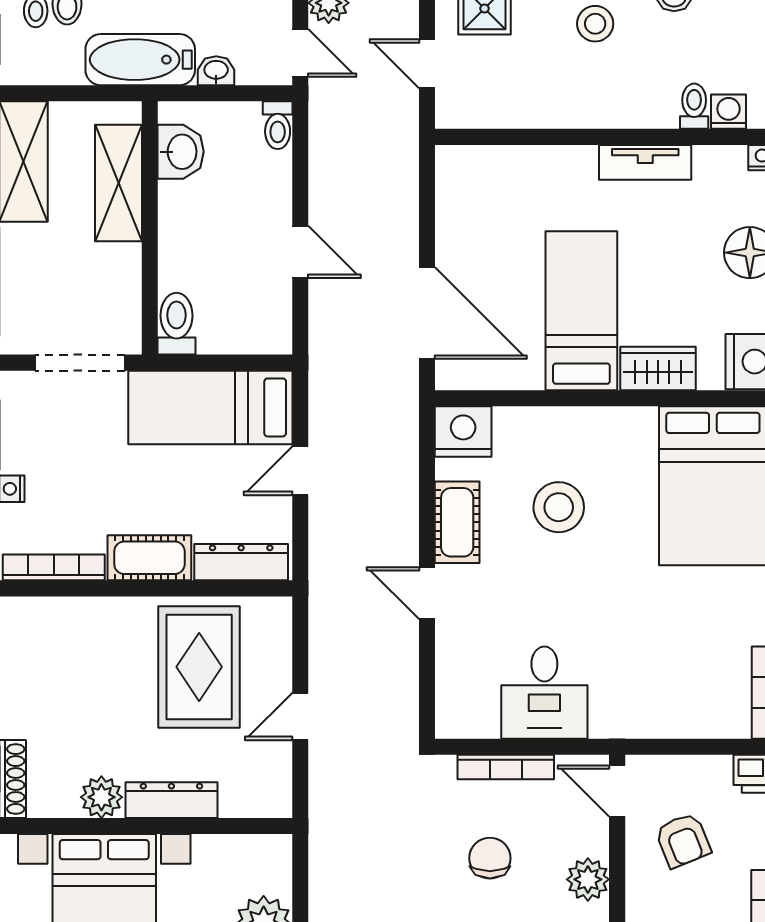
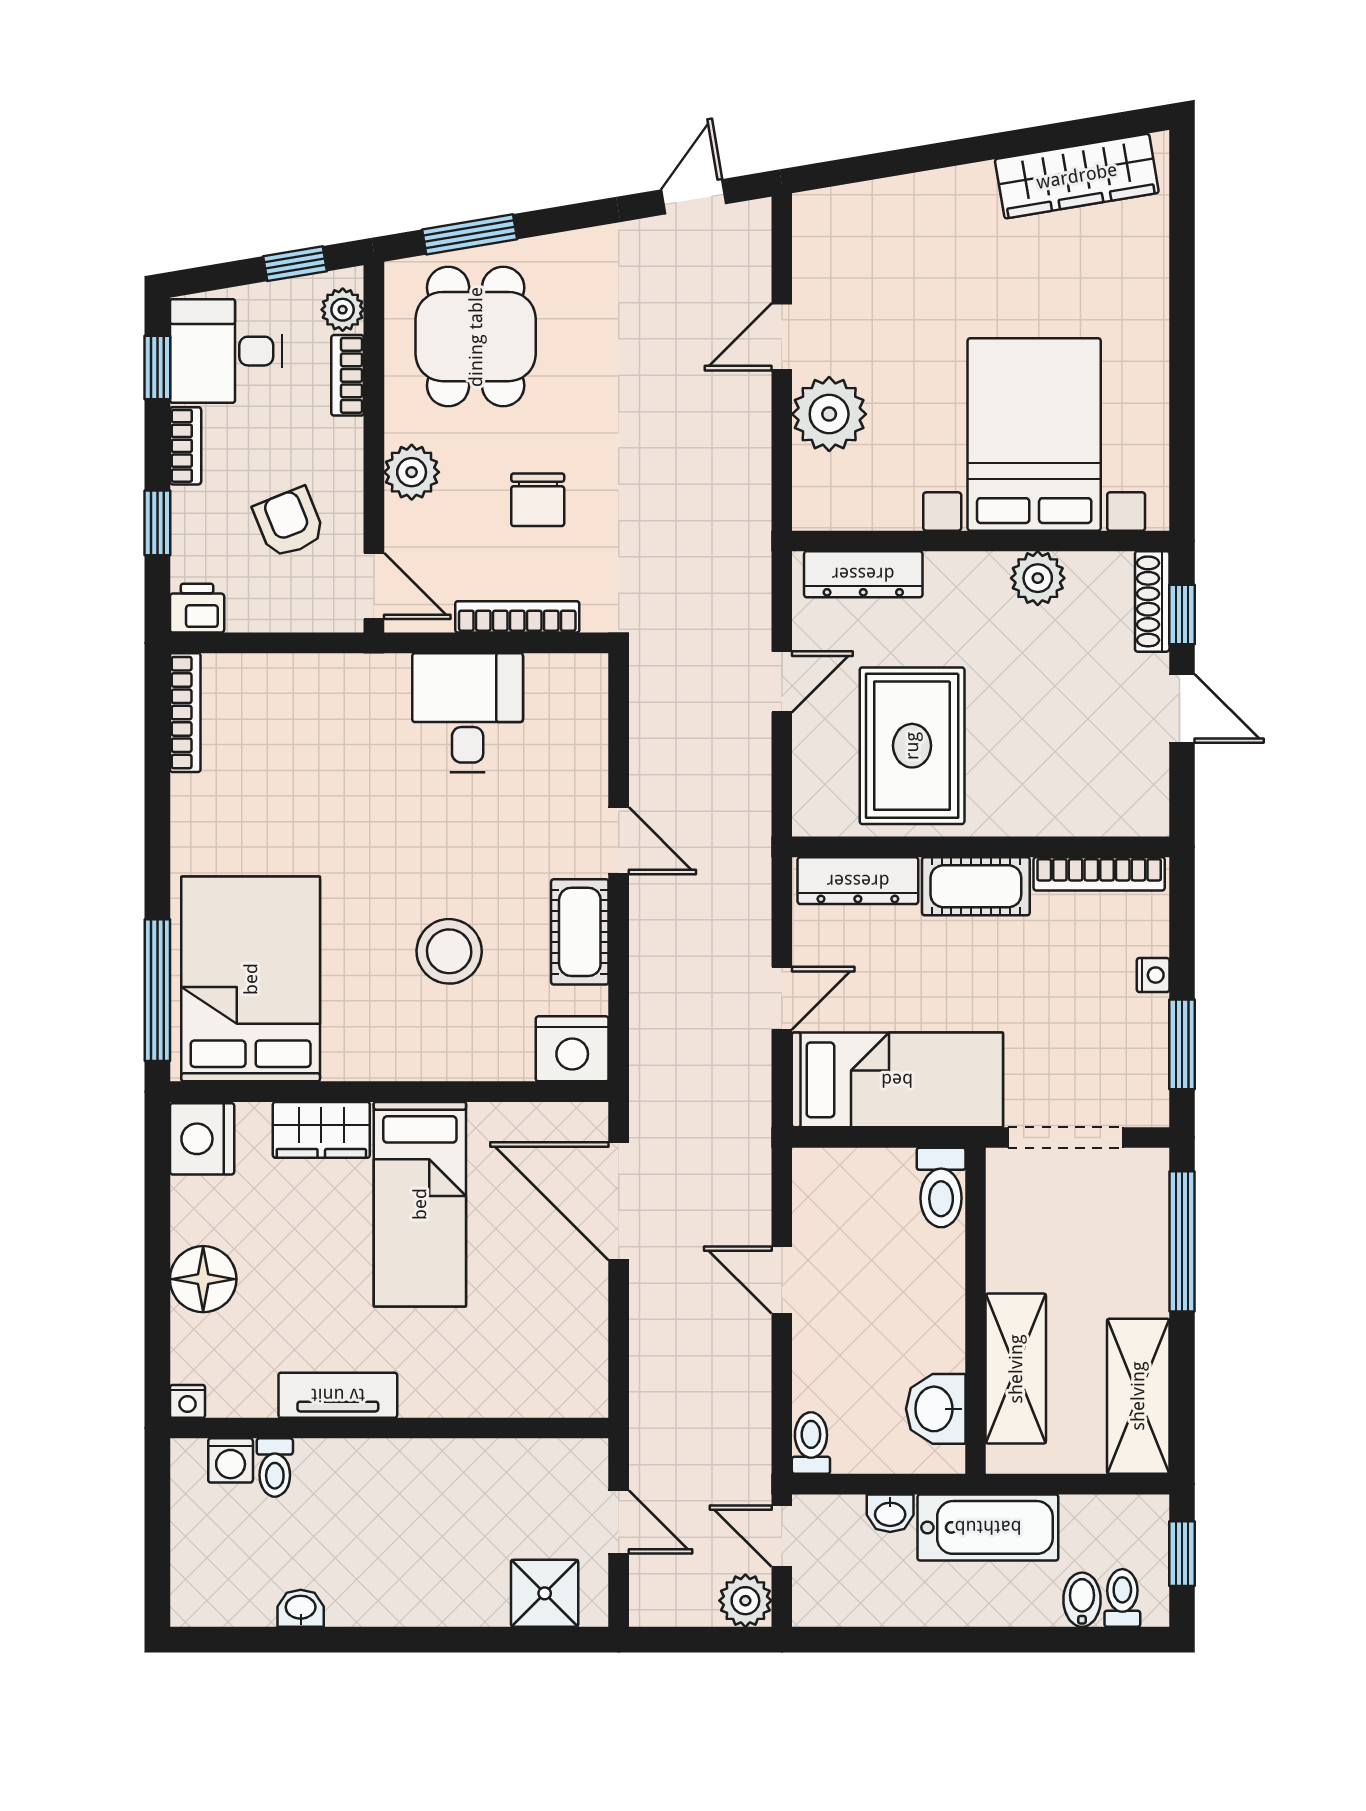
stool: (595, 24) -> (402, 1574), removed
dresser: (171, 800) -> (863, 574), moved

